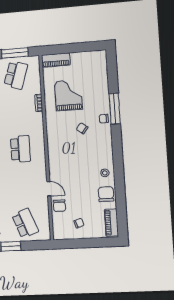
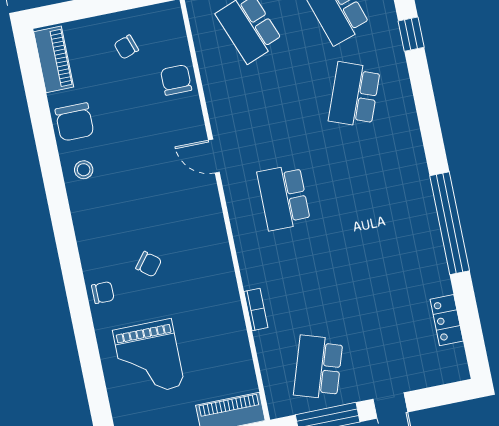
grand piano: (68, 95) -> (149, 358), moved
window: (115, 109) -> (82, 318), removed
door: (49, 189) -> (214, 156), moved

